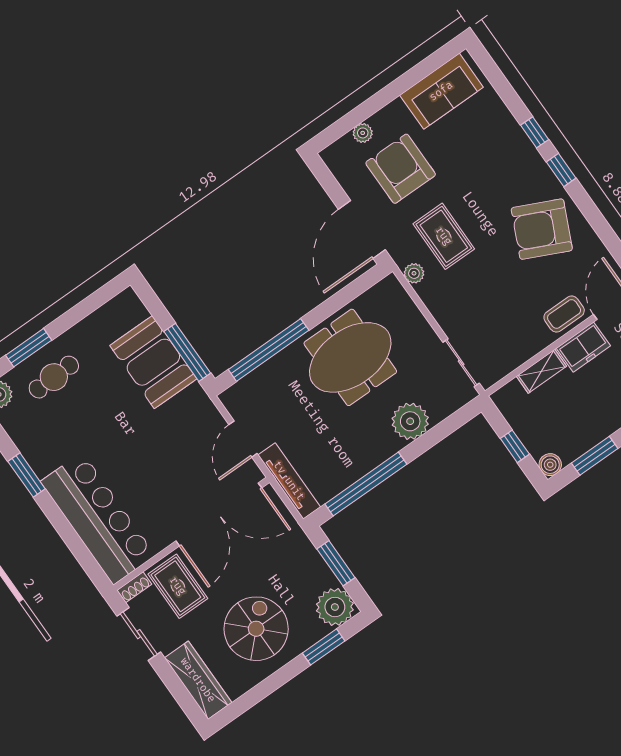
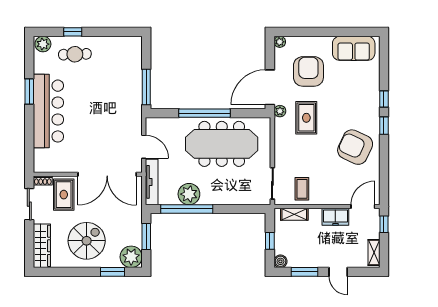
plant: (363, 133) -> (280, 42), moved
plant: (414, 273) -> (280, 111), moved
coffee table: (564, 314) -> (302, 189), moved, turned 90
window: (29, 348) -> (73, 32), width x0.67
window: (269, 350) -> (204, 113), moved
meeting table: (350, 357) -> (222, 144), width x1.36
booth: (153, 362) -> (127, 80), removed
shelving: (542, 371) -> (294, 214), moved
plant: (410, 421) -> (189, 194), moved
door: (243, 439) -> (144, 147), swing flipped
bar counter: (98, 518) -> (48, 111), moved

